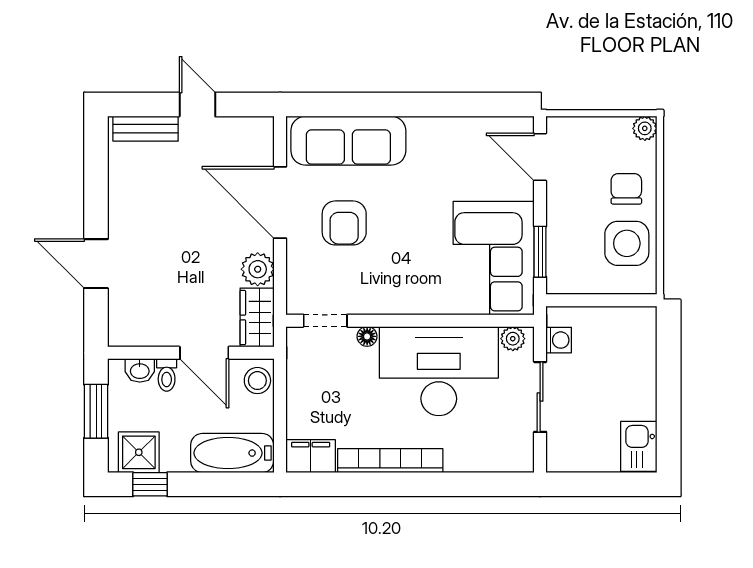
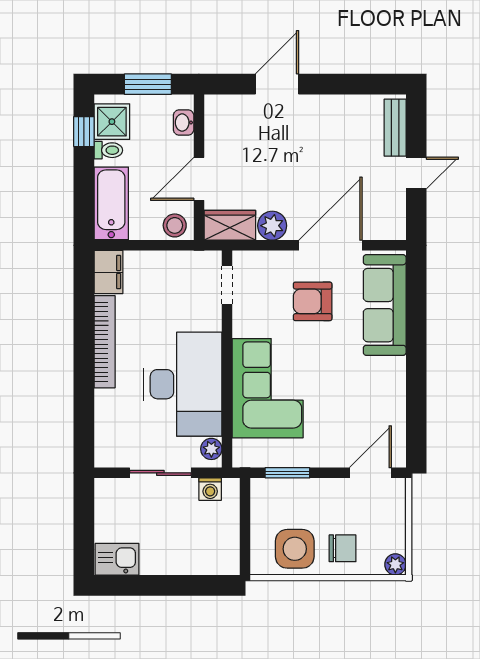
corner sofa: (494, 258) -> (268, 388), moved, turned 90
floor lamp: (367, 336) -> (213, 321), removed
toilet: (167, 375) -> (108, 150), moved, turned 180

